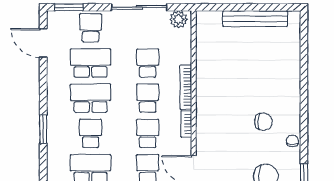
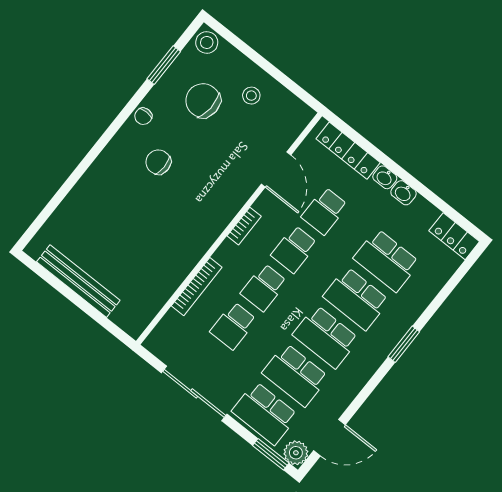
plant: (179, 19) -> (296, 453), moved
school desk: (91, 28) -> (265, 413), width x1.85
door: (43, 43) -> (329, 438), hinge flipped
bookcase: (186, 87) -> (197, 287), moved
school desk: (91, 133) -> (356, 299), width x1.85

